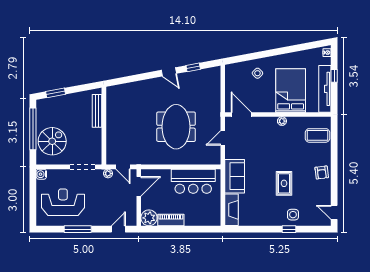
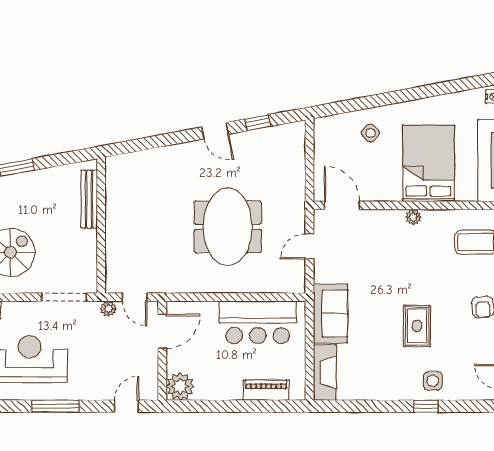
piano: (171, 220) -> (266, 390), moved

